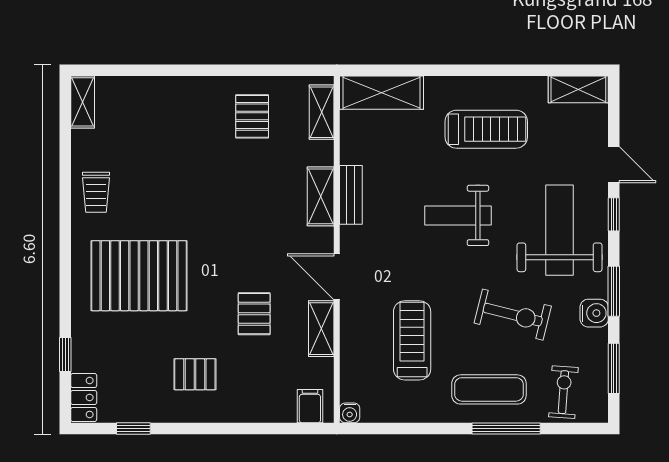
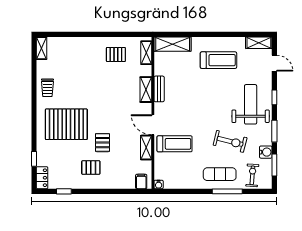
pallet: (252, 116) -> (116, 54), turned 90
door: (614, 165) -> (274, 63), moved
weight bench: (458, 215) -> (206, 98), removed
water cooler: (594, 313) -> (266, 152), moved
pallet: (254, 314) -> (102, 143), moved
treadmill: (412, 340) -> (175, 144), moved, turned 90

